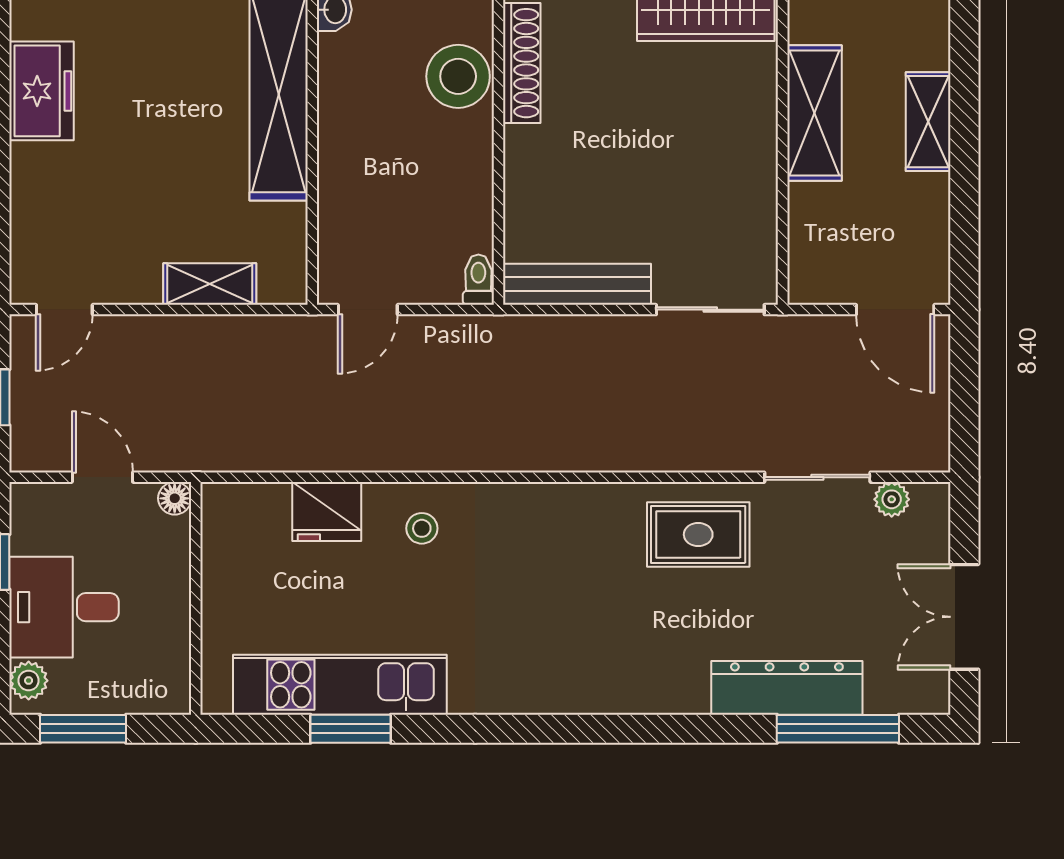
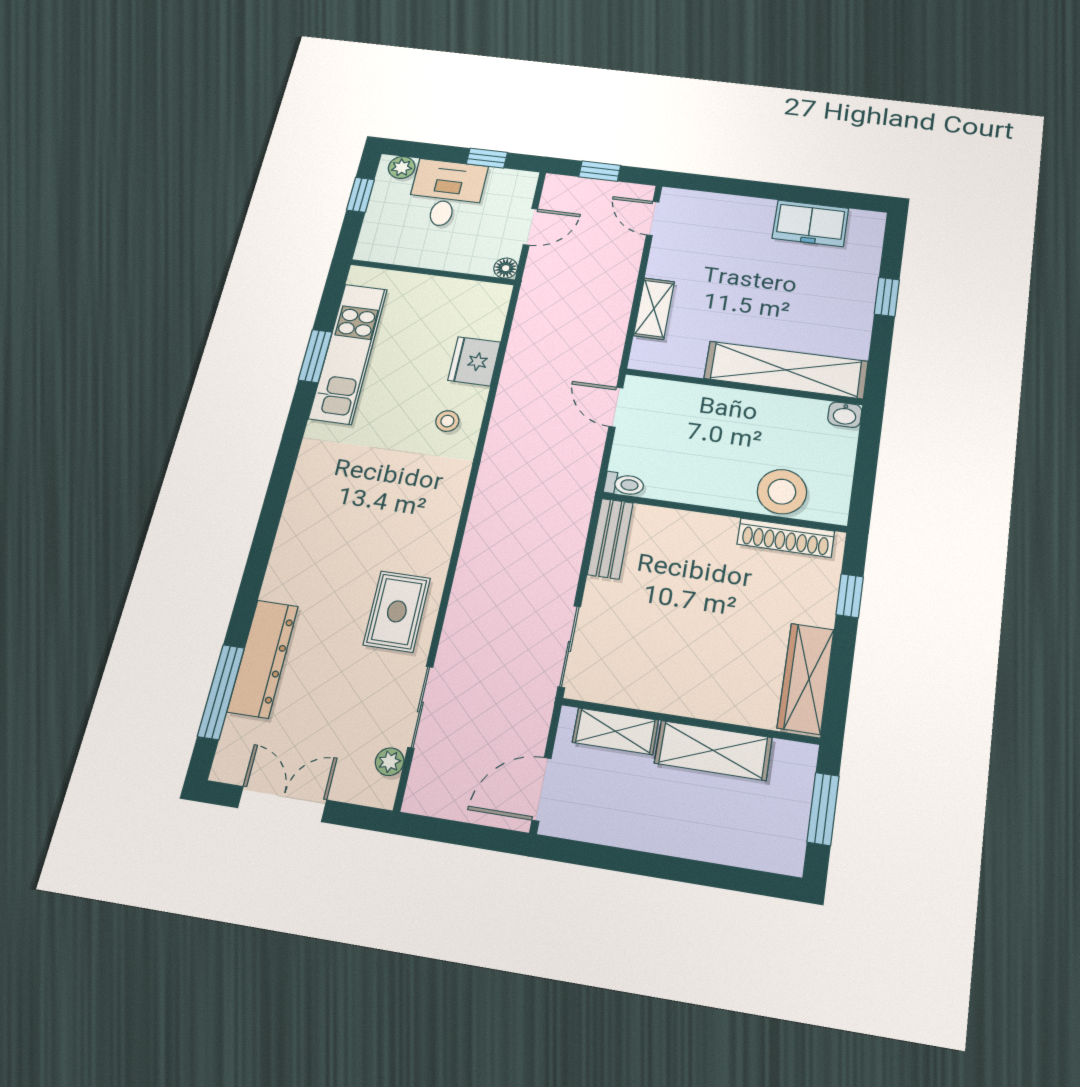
shelving: (928, 122) -> (615, 731), moved
bench: (577, 284) -> (610, 539), width x0.73
window: (83, 729) -> (360, 195), width x0.67

